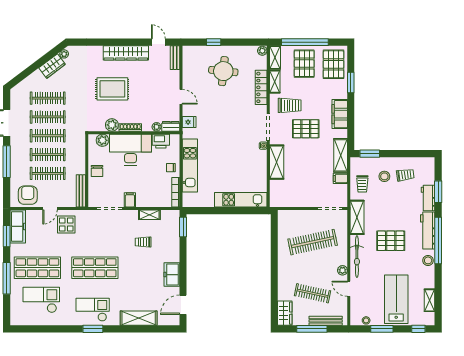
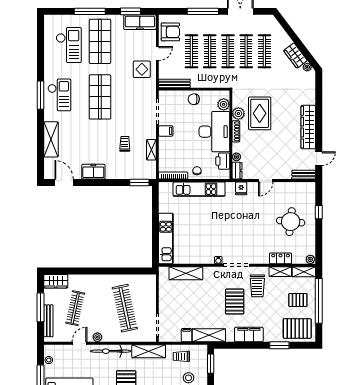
pallet: (304, 64) -> (298, 300), width x0.67, depth x0.71
locker: (261, 87) -> (281, 258), width x0.66
rug: (112, 89) -> (260, 113), moved
shelving: (277, 162) -> (186, 273), moved
door: (50, 208) -> (157, 53), swing flipped
window: (93, 329) -> (41, 95), width x1.44

